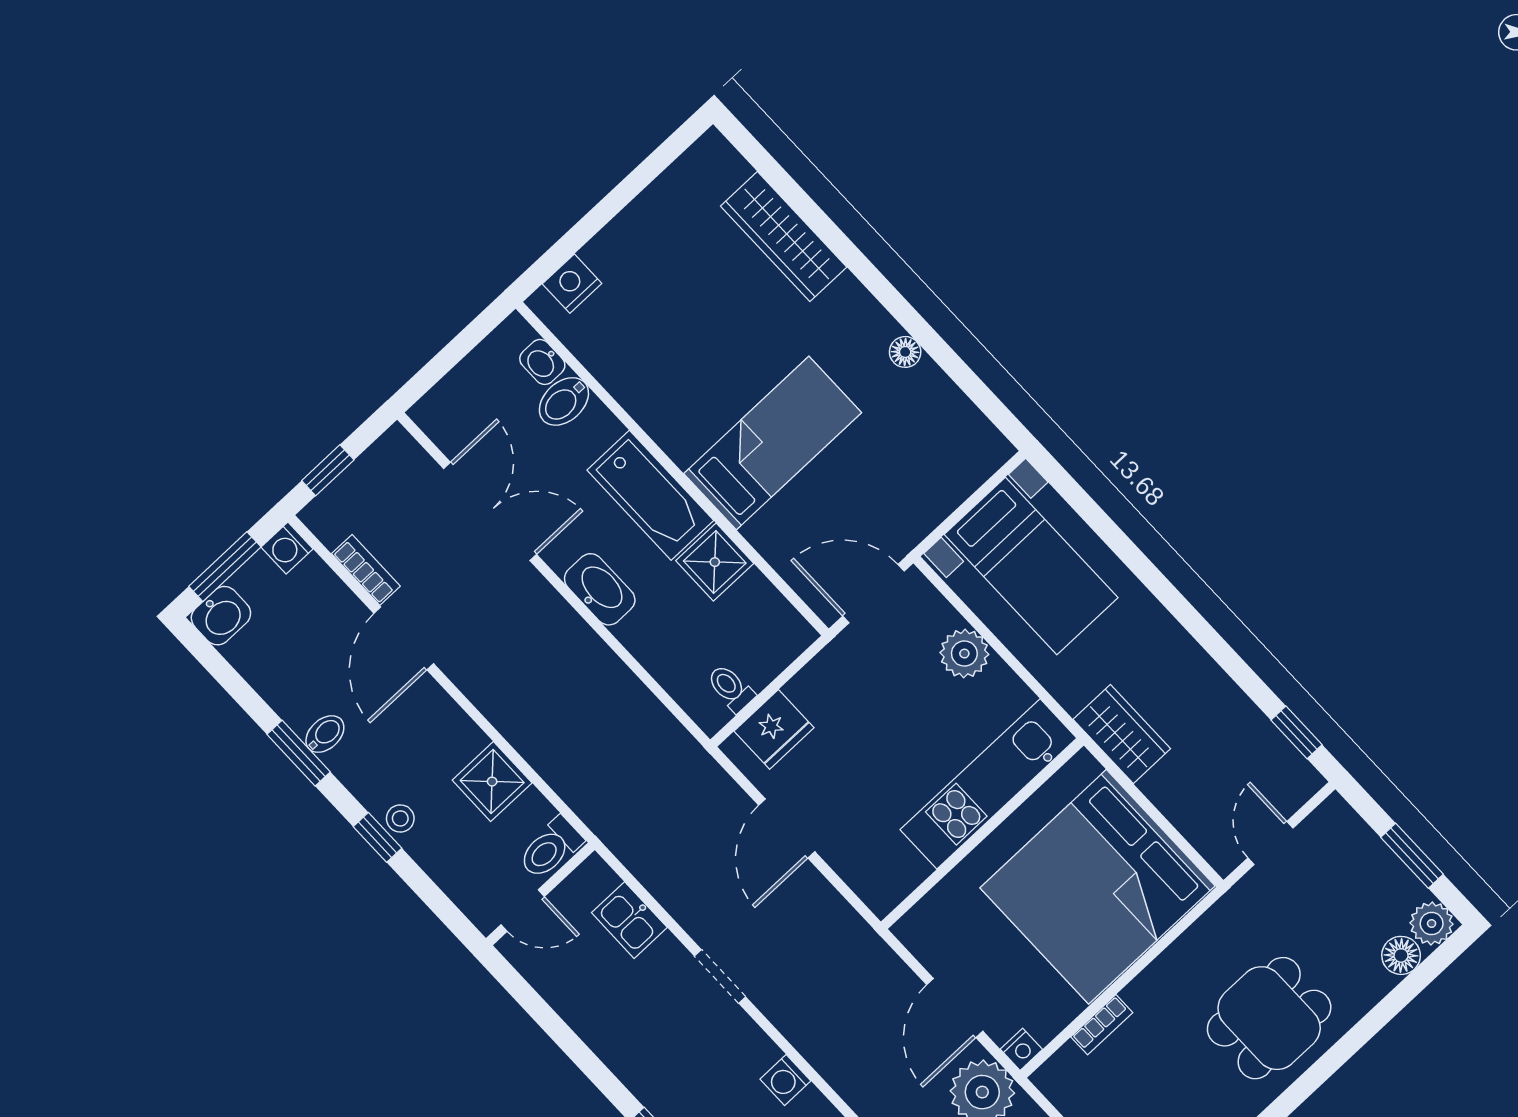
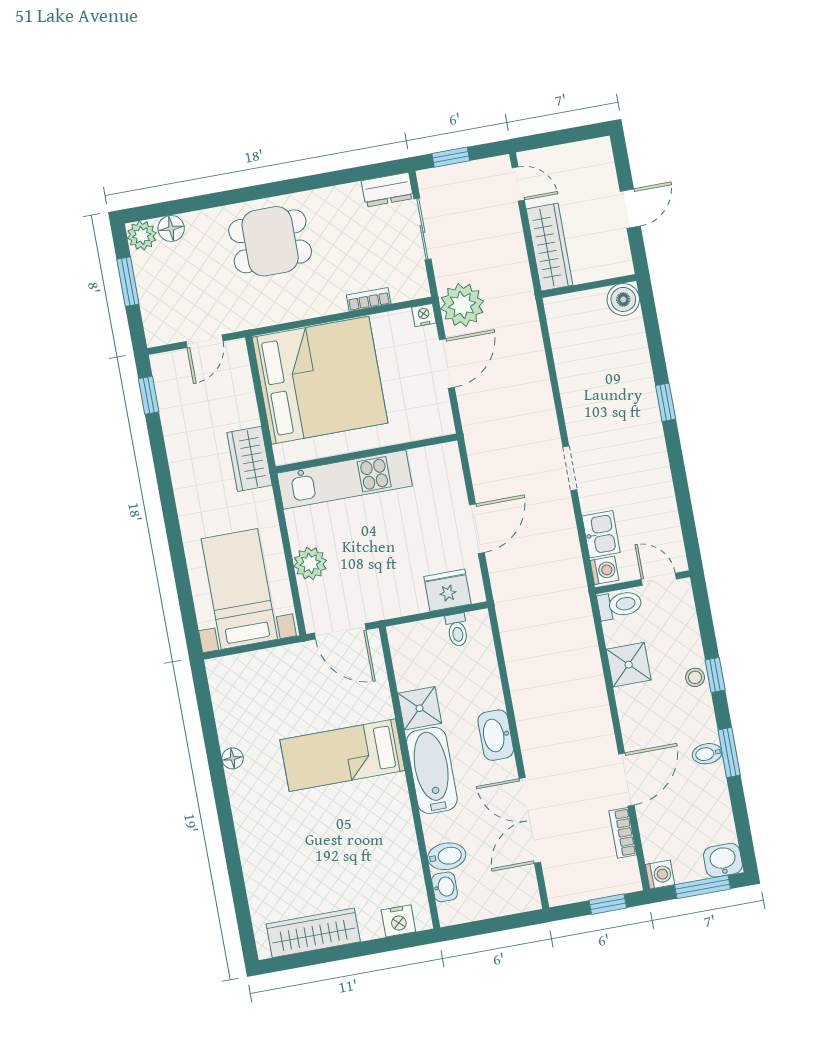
wardrobe: (784, 237) -> (313, 933), moved, turned -90
washing machine: (785, 1080) -> (604, 570), moved

